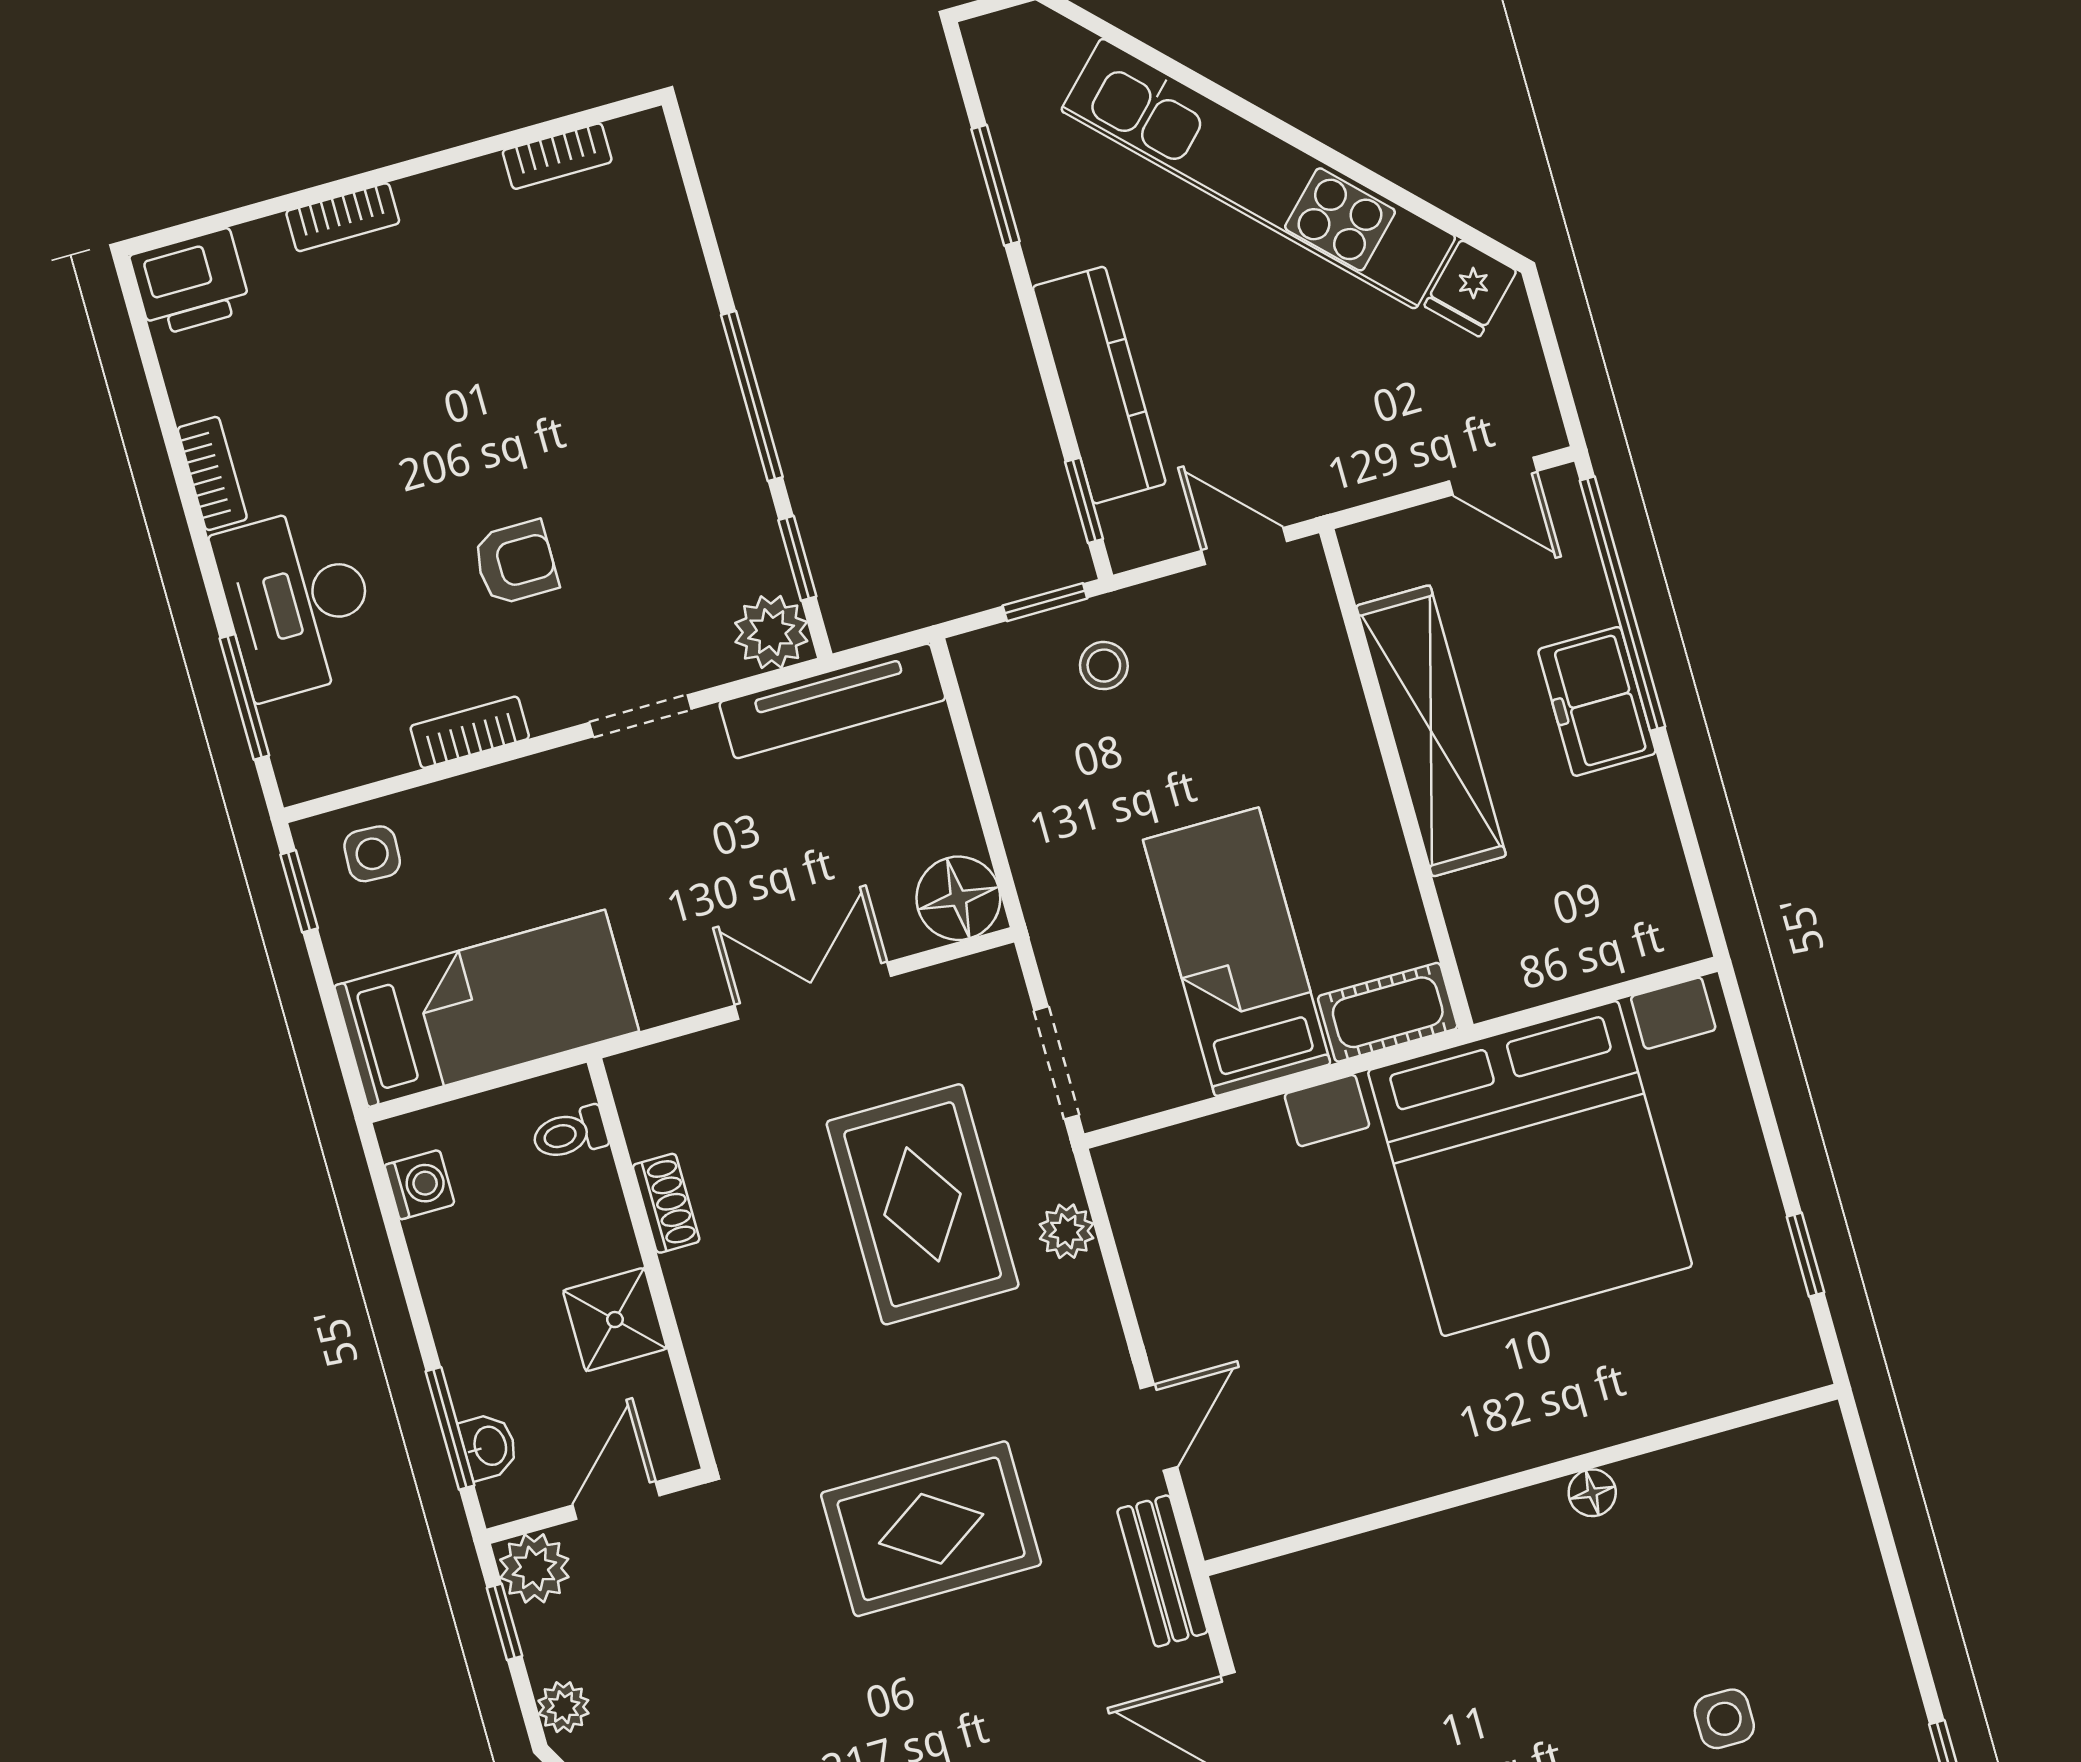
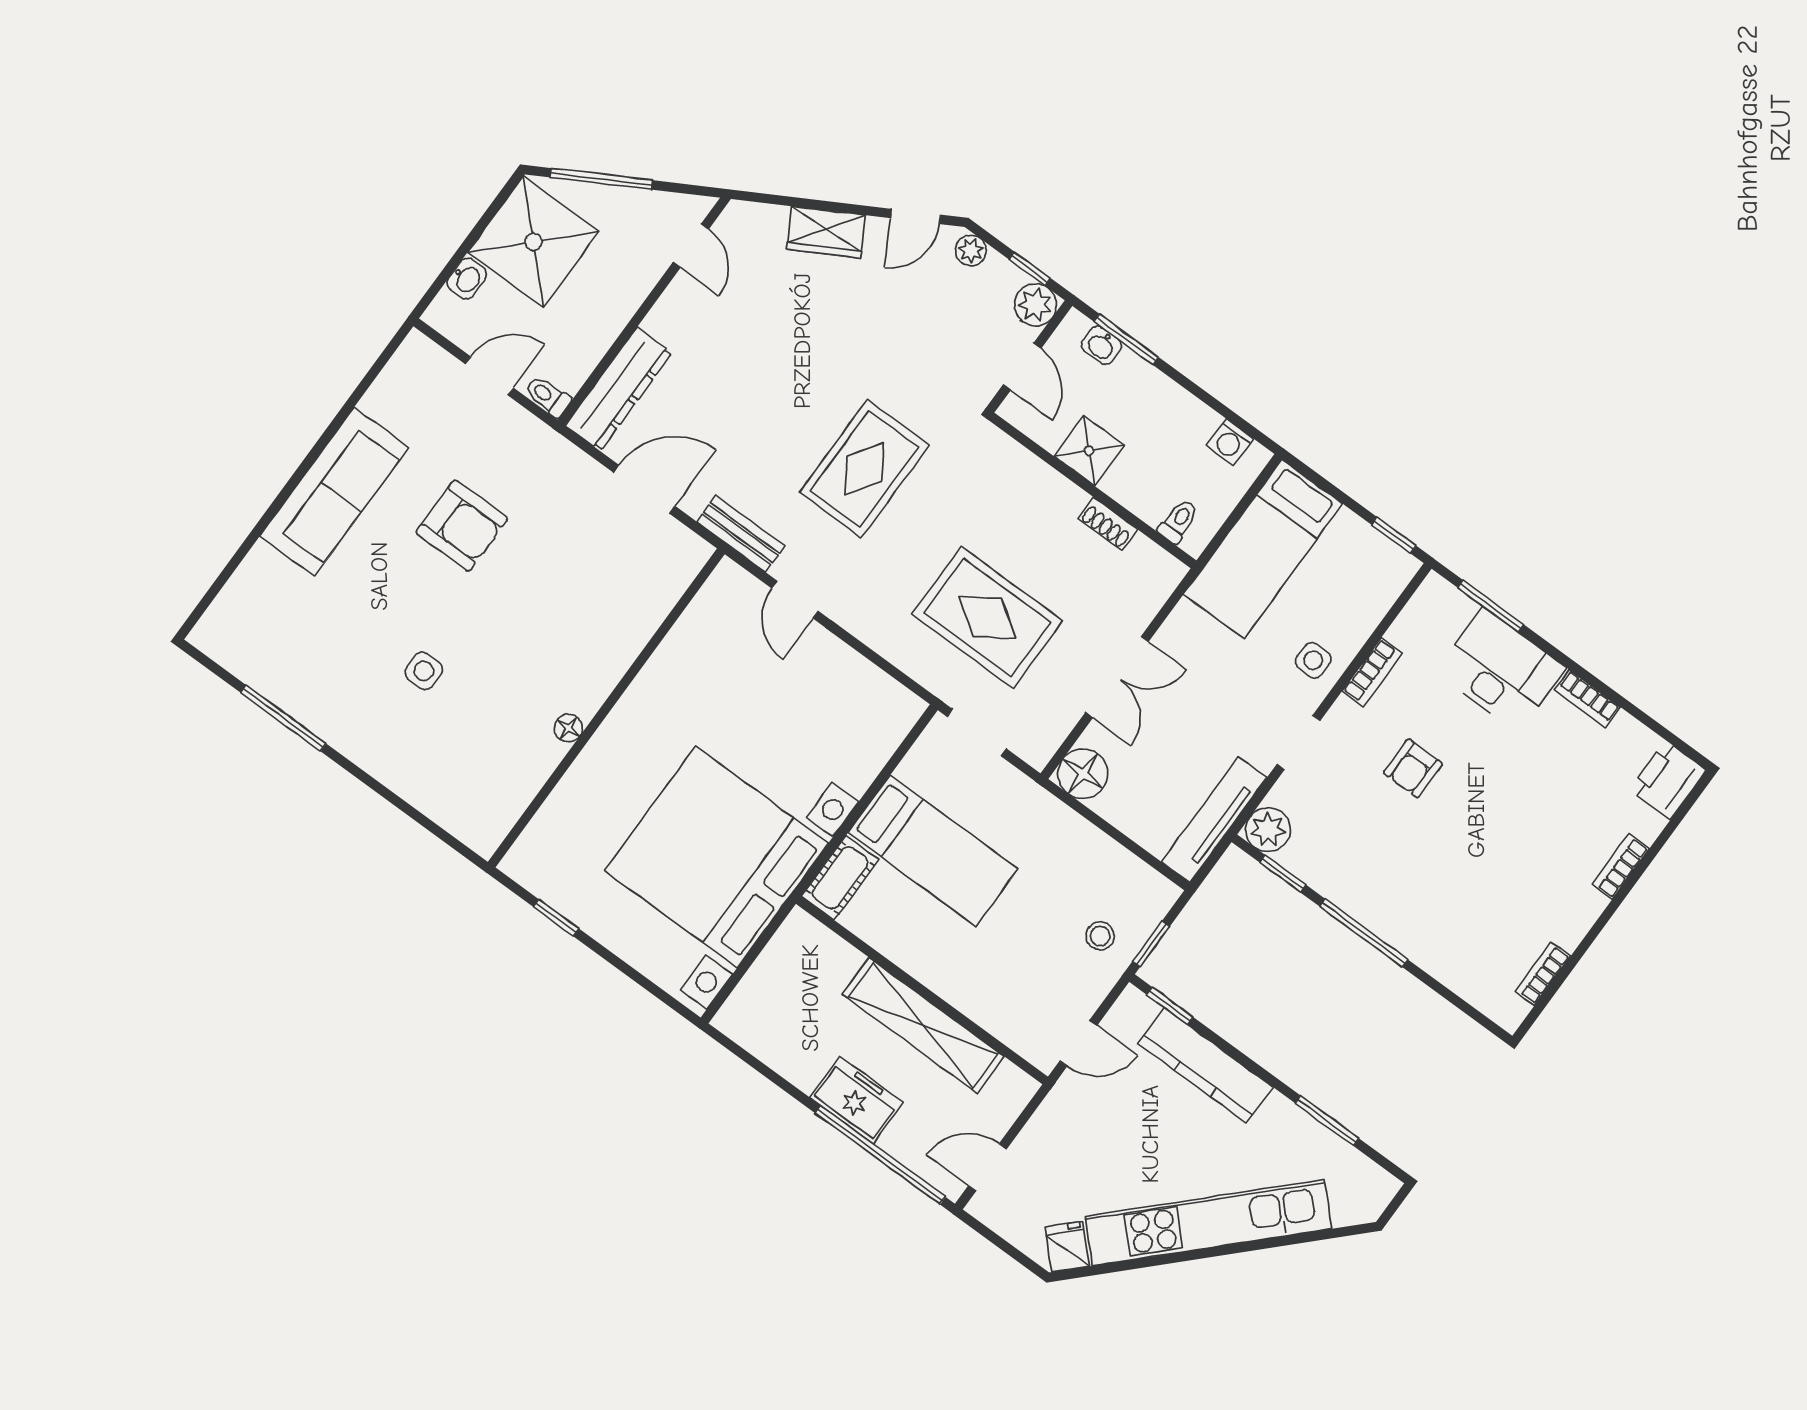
side table: (372, 854) -> (1313, 660), moved
plant: (1067, 1231) -> (910, 658), removed

